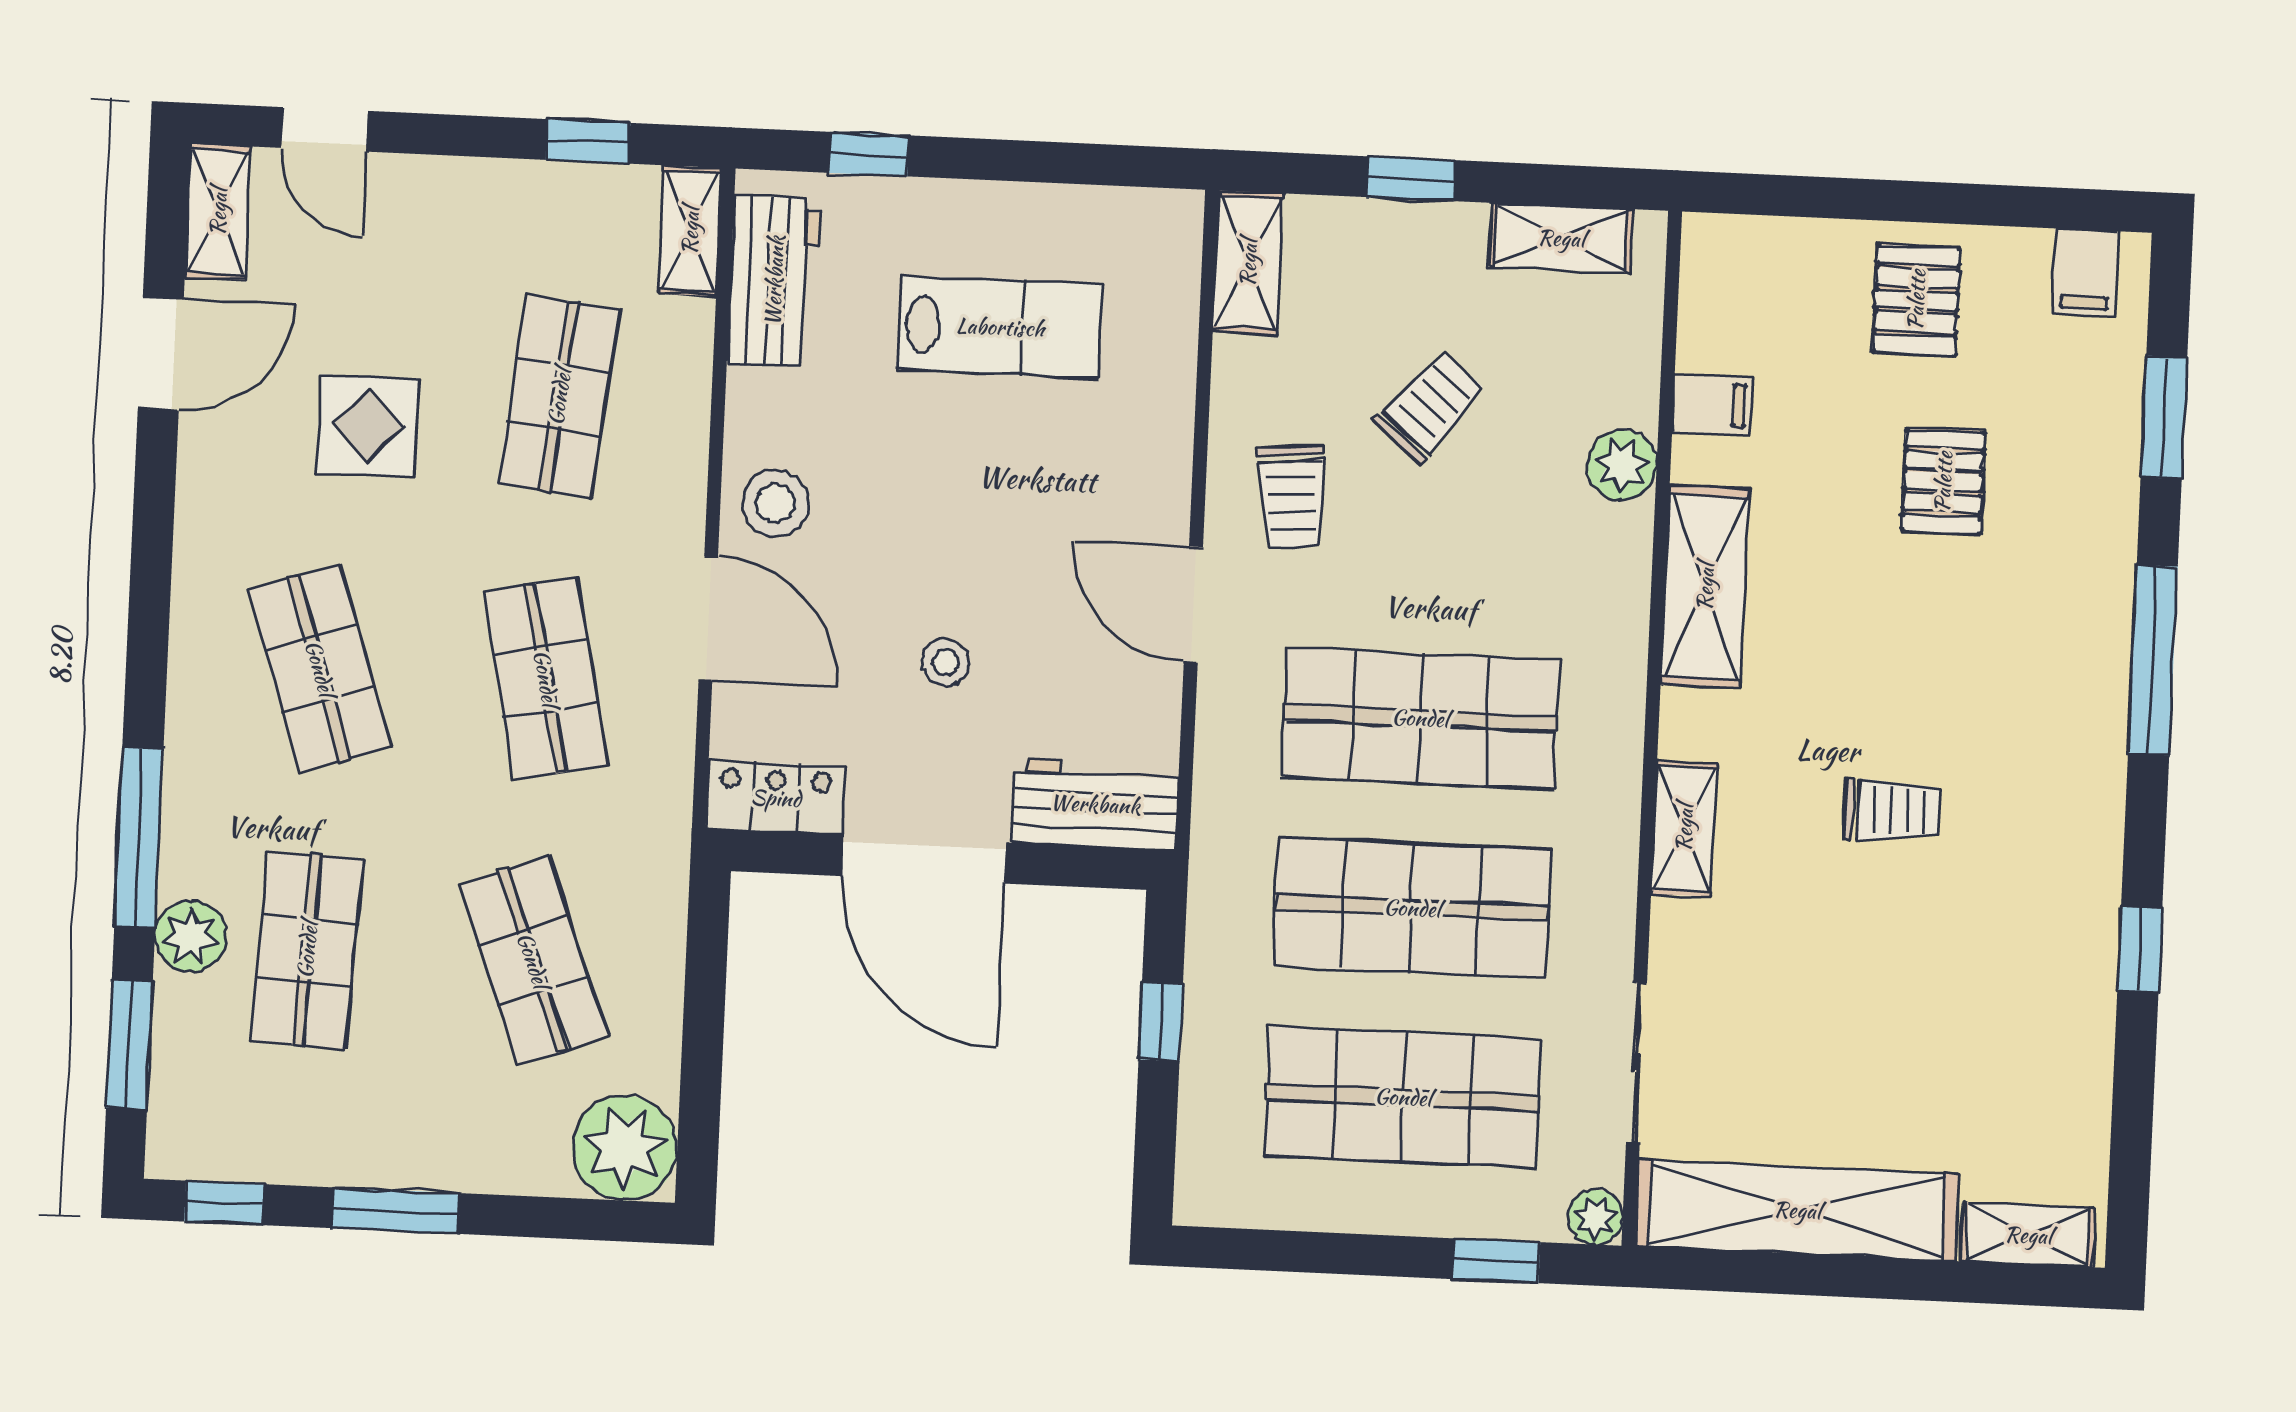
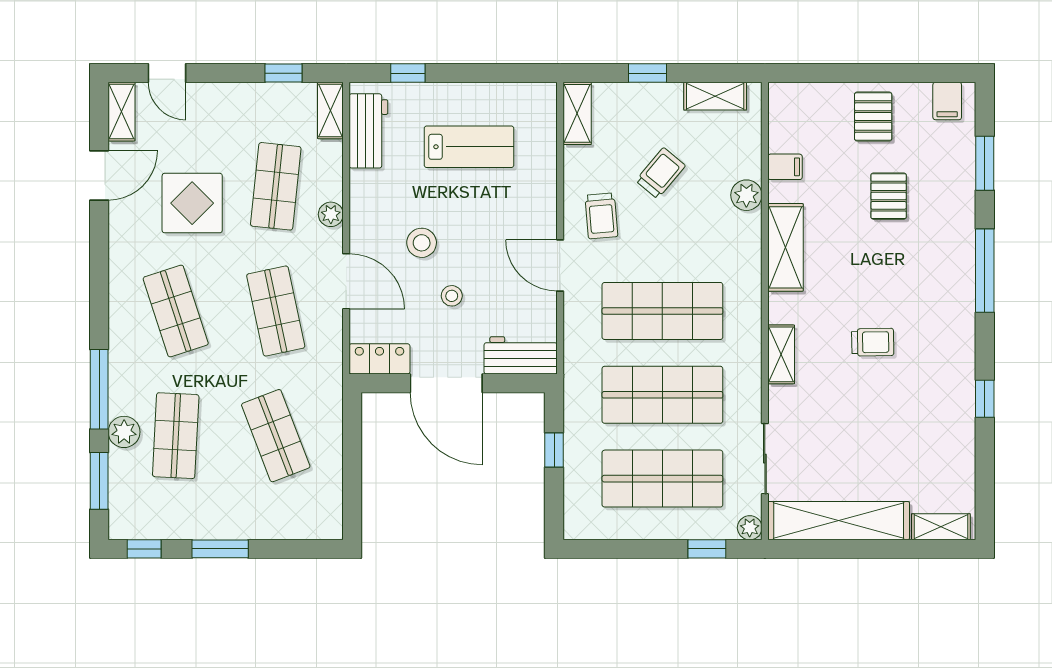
display table: (368, 426) -> (192, 203), width x1.36, depth x1.36
stool: (775, 503) -> (422, 243), moved
plant: (625, 1148) -> (331, 214), moved, width x0.53, depth x0.53

